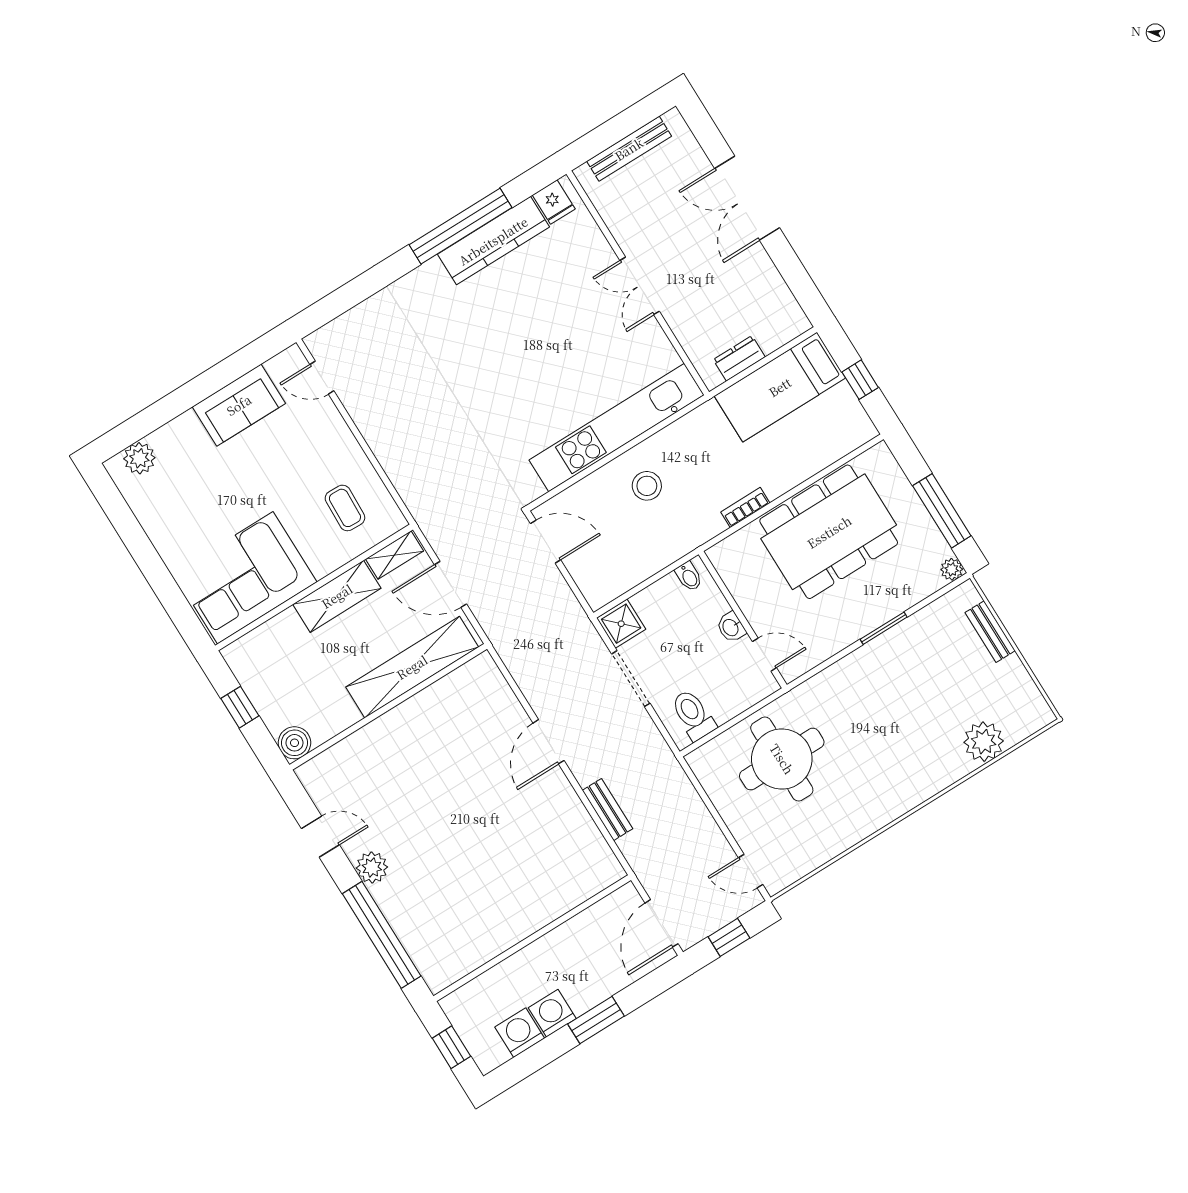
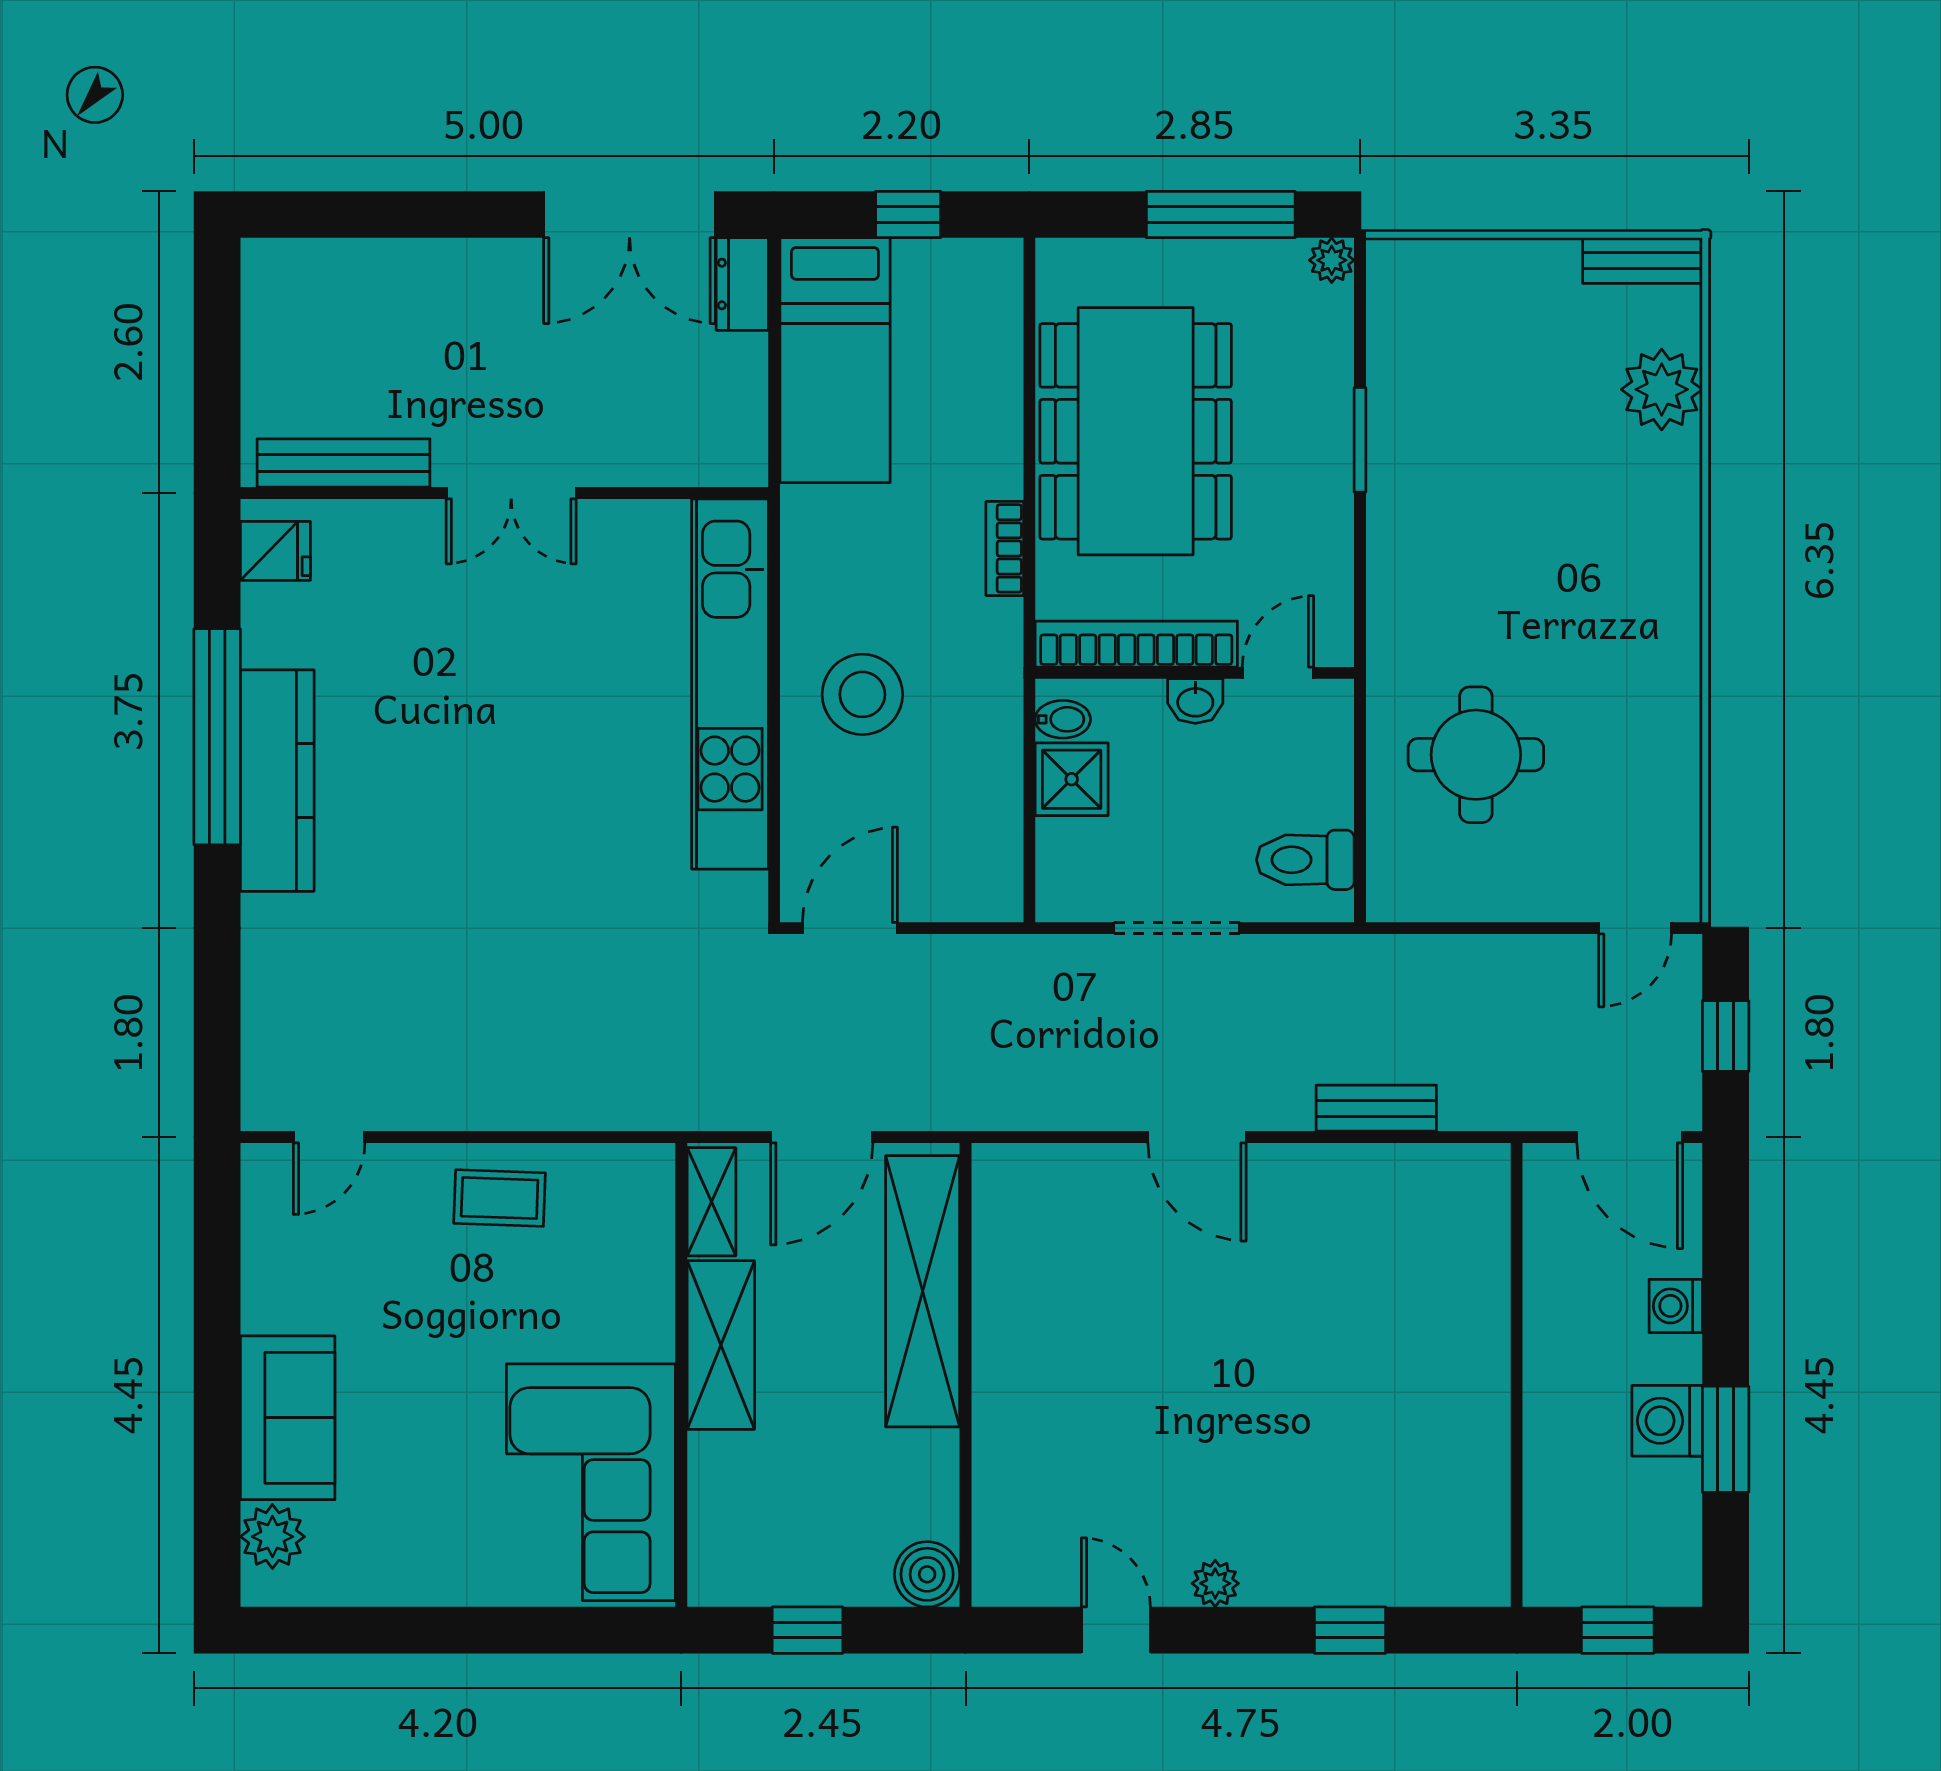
bench: (629, 149) -> (344, 463), moved, turned 90
double door: (747, 198) -> (630, 215), moved
kitchen counter: (493, 241) -> (277, 781), moved
dresser: (739, 358) -> (742, 284), moved
sofa: (239, 405) -> (288, 1418), moved
stool: (647, 486) -> (862, 694), width x1.38, depth x1.38
coffee table: (345, 508) -> (500, 1198), moved
bookcase: (740, 588) -> (1136, 644), added
shower: (621, 624) -> (1072, 779), moved
bench: (990, 632) -> (1642, 261), moved
round table: (782, 759) -> (1476, 755), width x0.73, depth x0.73
door: (320, 837) -> (1116, 1630), hinge flipped
plant: (372, 868) -> (1215, 1583), width x0.73, depth x0.73
window: (382, 935) -> (1350, 1630), width x0.32
window: (596, 1020) -> (1726, 1439), moved
washing machine: (520, 1033) -> (1676, 1306), moved, width x0.73, depth x0.73

